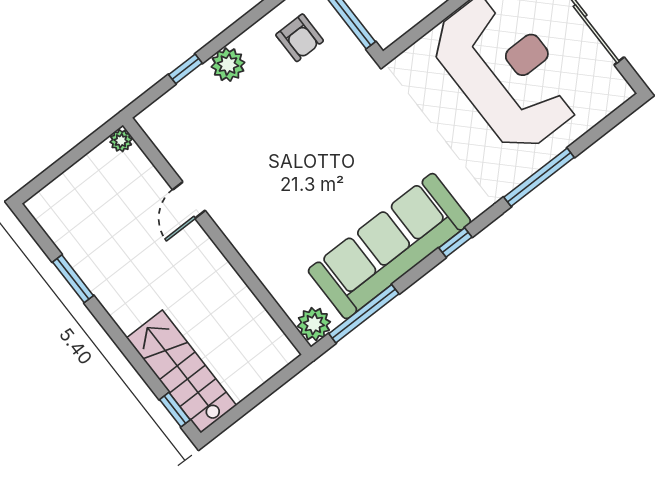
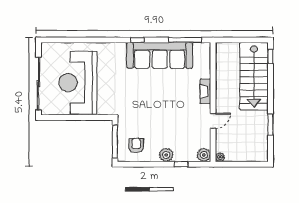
window: (539, 177) -> (94, 40), removed
fireplace: (248, 246) -> (205, 91), added
plant: (314, 324) -> (204, 155), moved
stairs: (182, 372) -> (254, 76), width x1.36, depth x1.51

